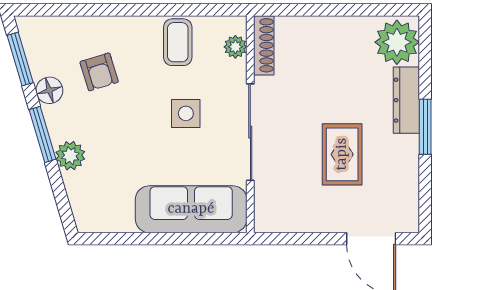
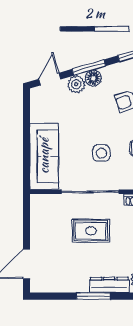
floor lamp: (49, 90) -> (93, 78), moved
rug: (342, 154) -> (91, 231), moved
door: (62, 200) -> (50, 79), added

